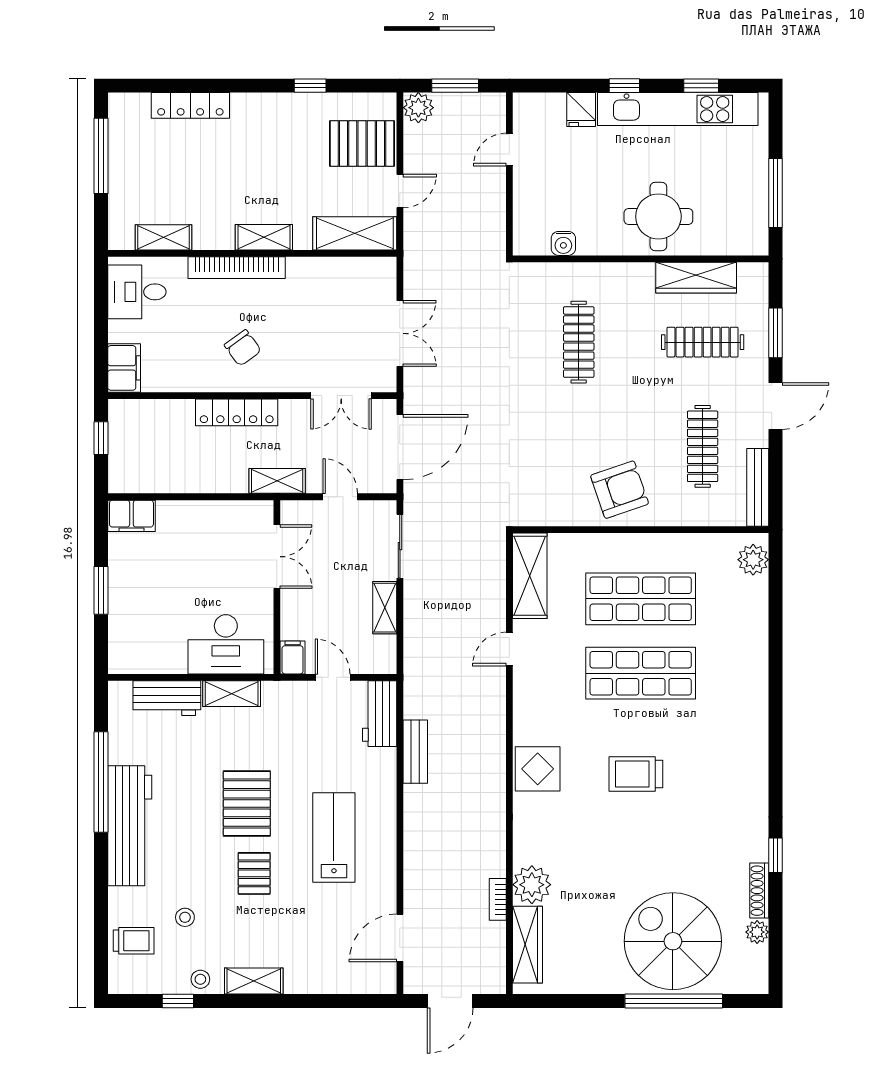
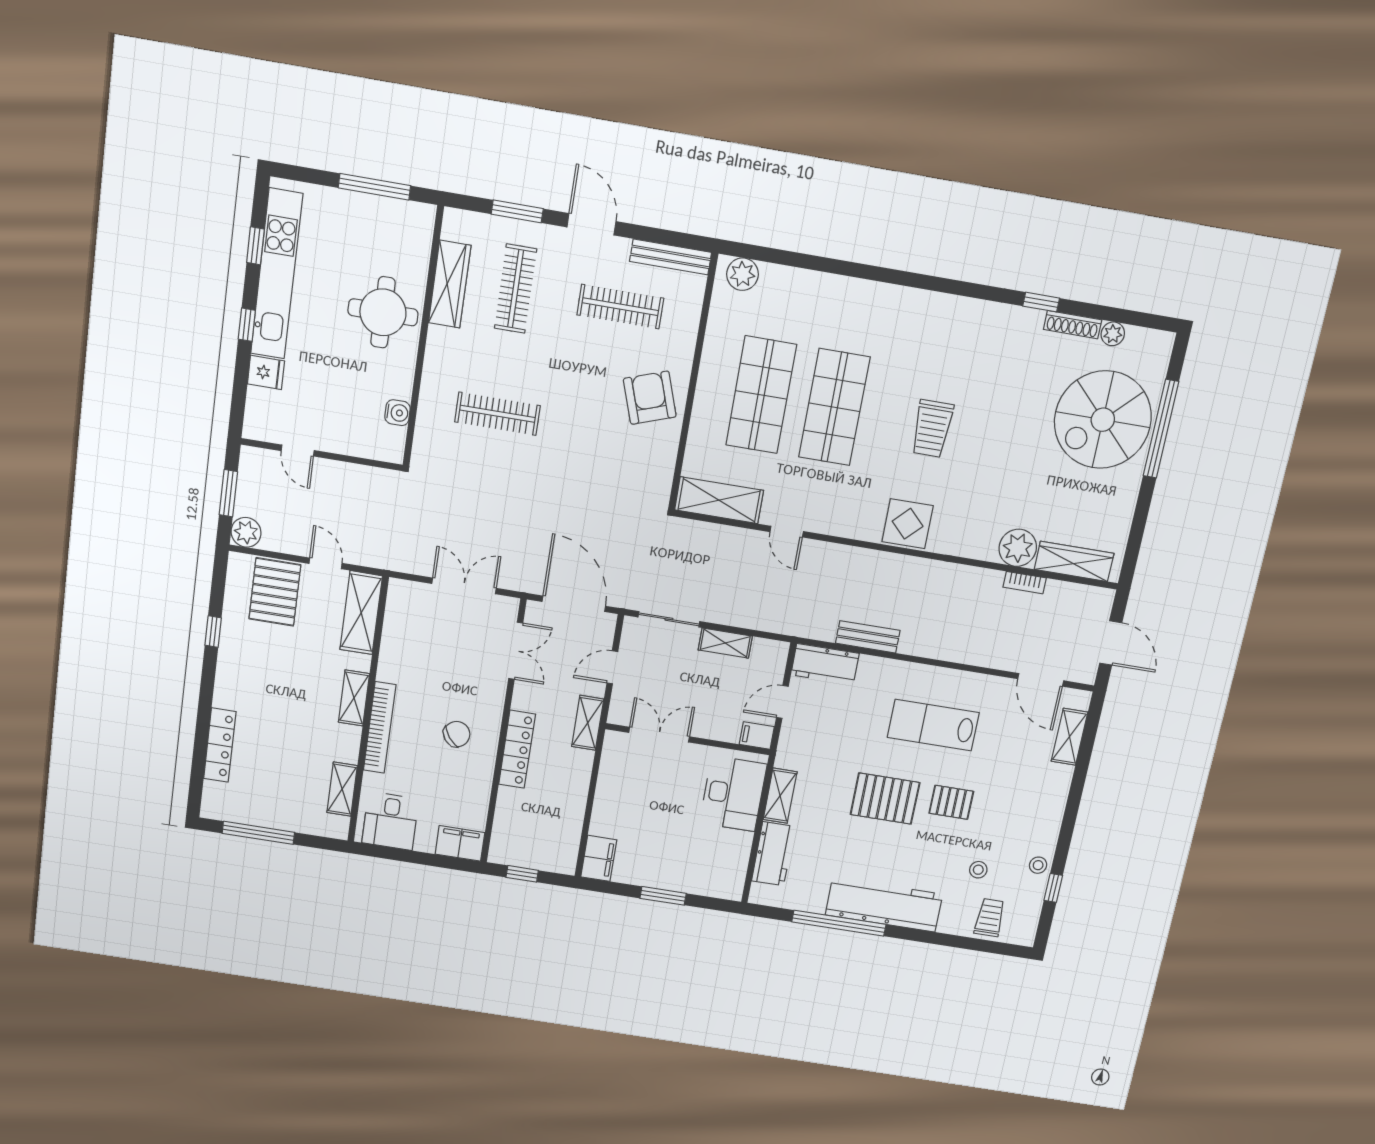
shelving: (254, 981) -> (1069, 737), moved

